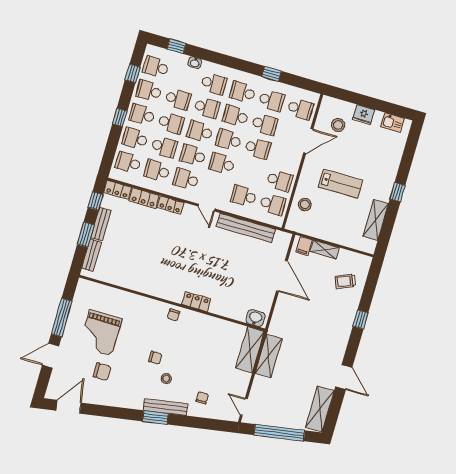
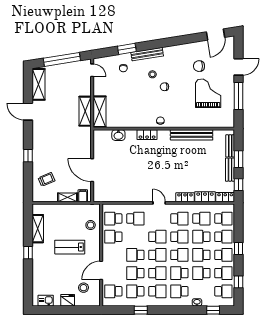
bench: (246, 228) -> (192, 135), moved
washbasin: (255, 318) -> (118, 135), moved
window: (155, 417) -> (127, 49), moved

